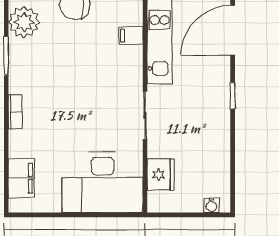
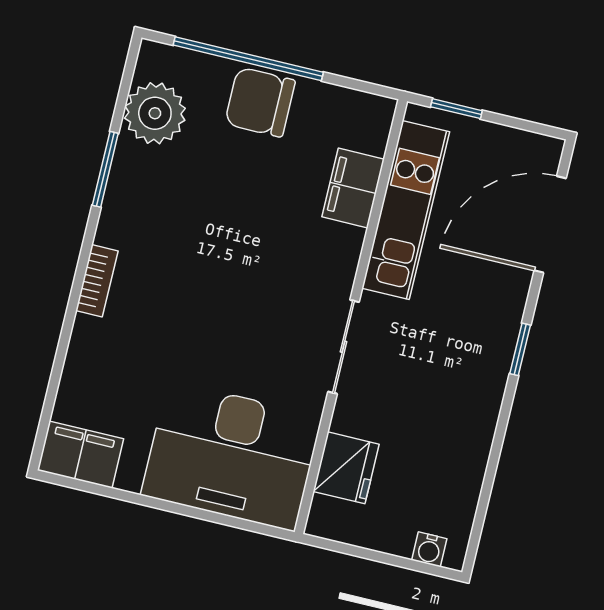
filing cabinet: (131, 36) -> (353, 188), width x2.00
filing cabinet: (21, 178) -> (81, 455), moved, turned -90

